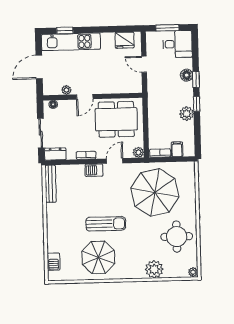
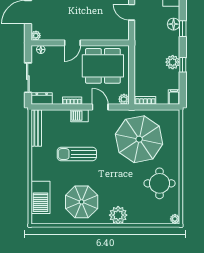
plant: (66, 90) -> (36, 36), moved
window: (197, 104) -> (183, 65), moved
filing cabinet: (177, 149) -> (174, 97), moved
door: (115, 161) -> (100, 107), hinge flipped
sun lounger: (106, 224) -> (77, 154), moved, turned 180
barbecue: (54, 262) -> (40, 197), width x1.88, depth x1.53
plant: (154, 269) -> (118, 215), moved

